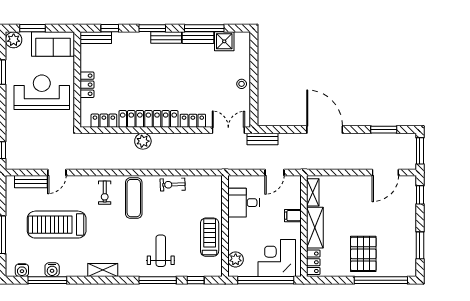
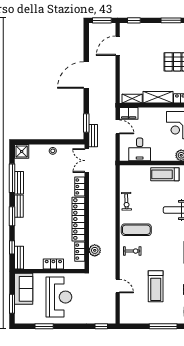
plant: (14, 40) -> (21, 318), removed
shower: (224, 41) -> (22, 151), moved
reception desk: (42, 92) -> (59, 297), turned 180
door: (325, 130) -> (86, 75), moved
window: (384, 130) -> (86, 123), moved
plant: (143, 141) -> (95, 250), moved
door: (385, 173) -> (118, 46), swing flipped
bench: (31, 182) -> (124, 305), removed
filing cabinet: (293, 216) -> (129, 113), moved, width x2.00
treadmill: (57, 225) -> (156, 286), width x0.73, depth x0.73

